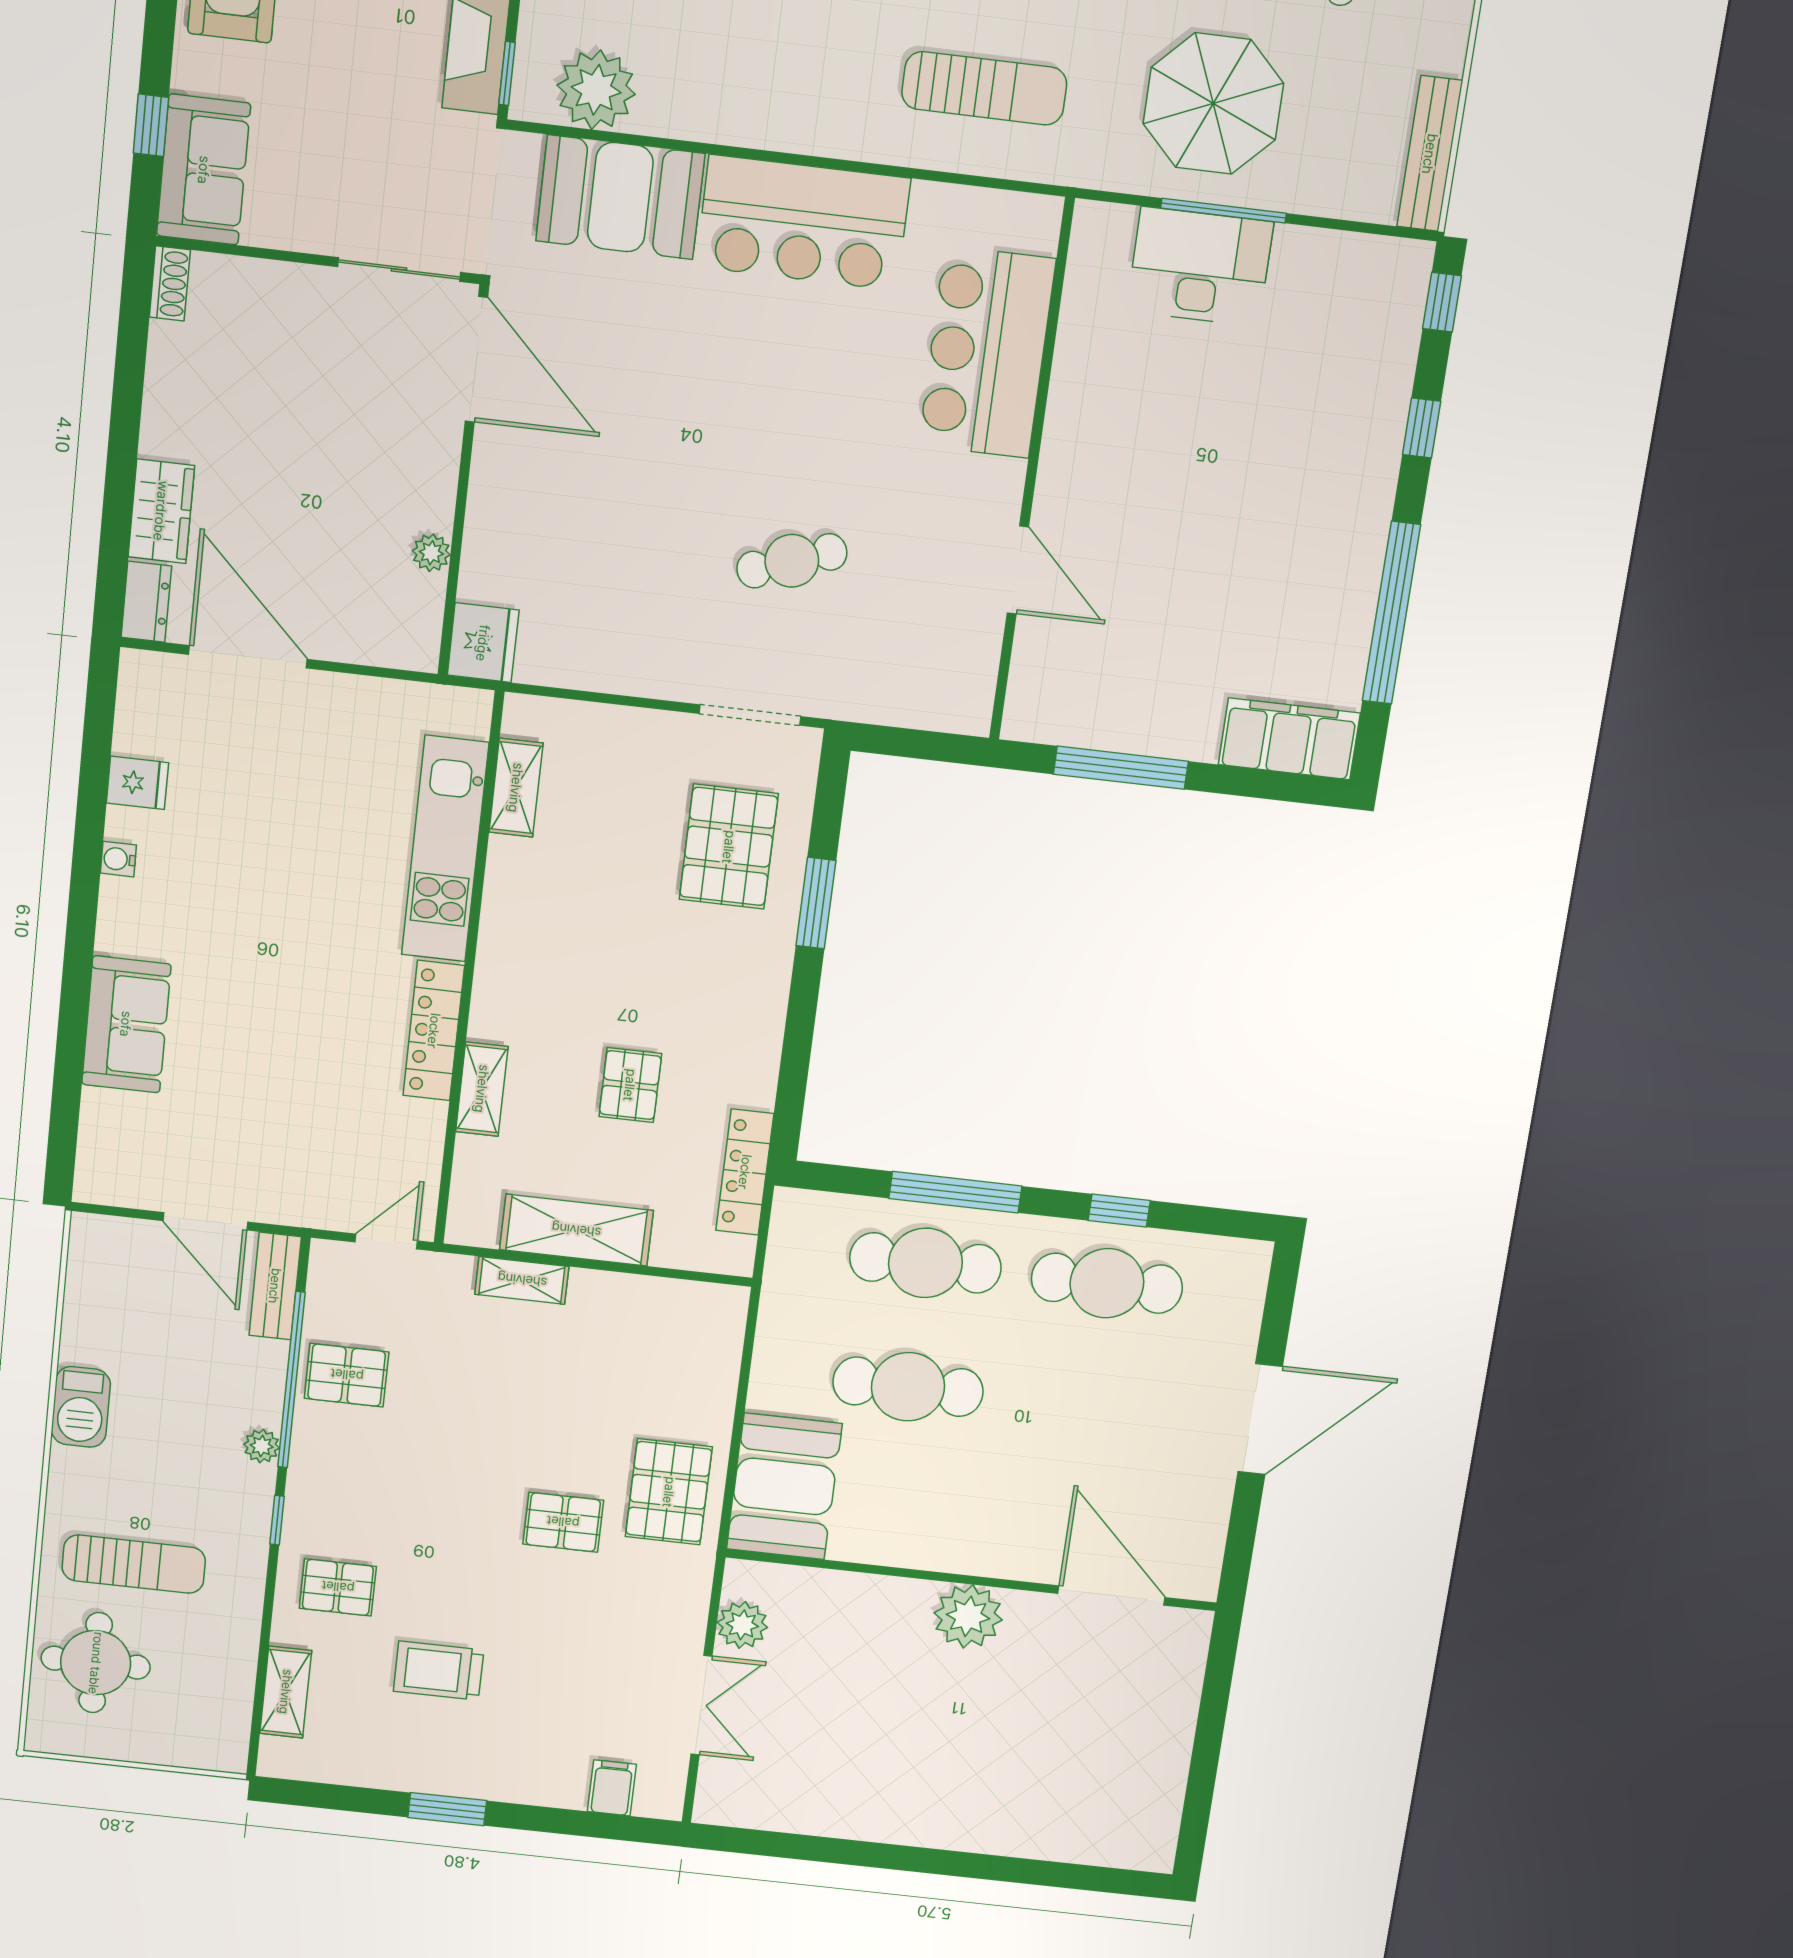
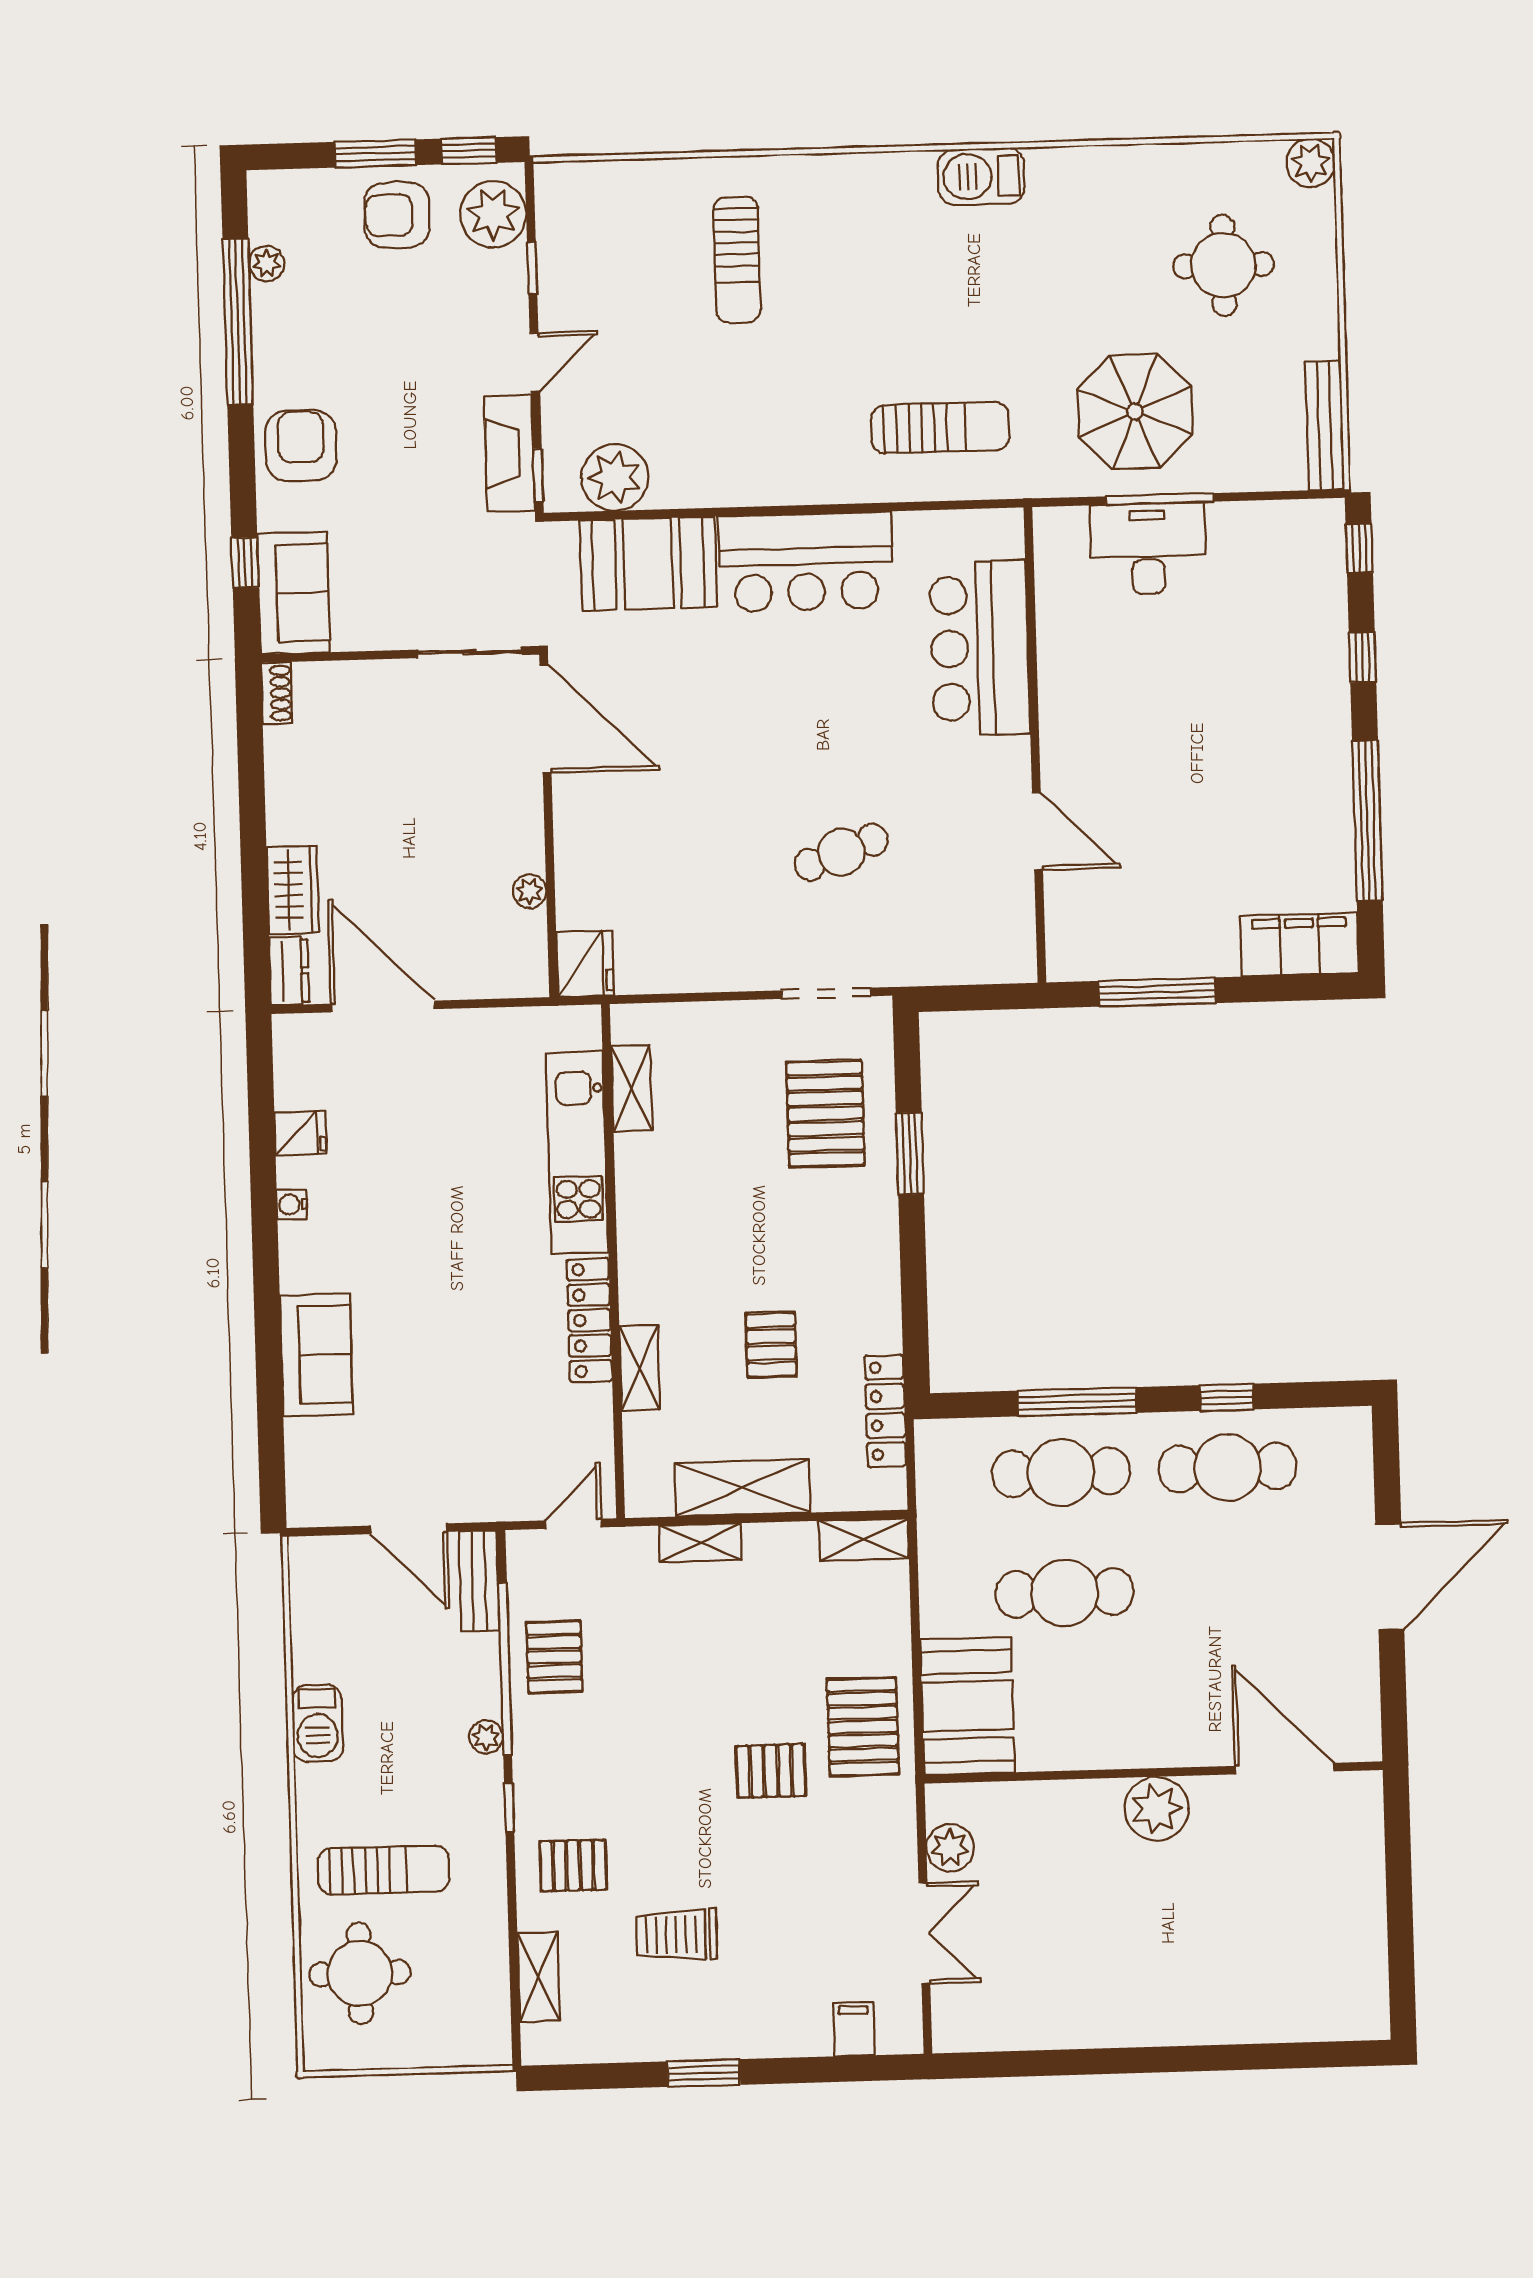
shelving: (700, 1302) -> (864, 1540), added
pallet: (347, 1375) -> (554, 1657), turned 90

